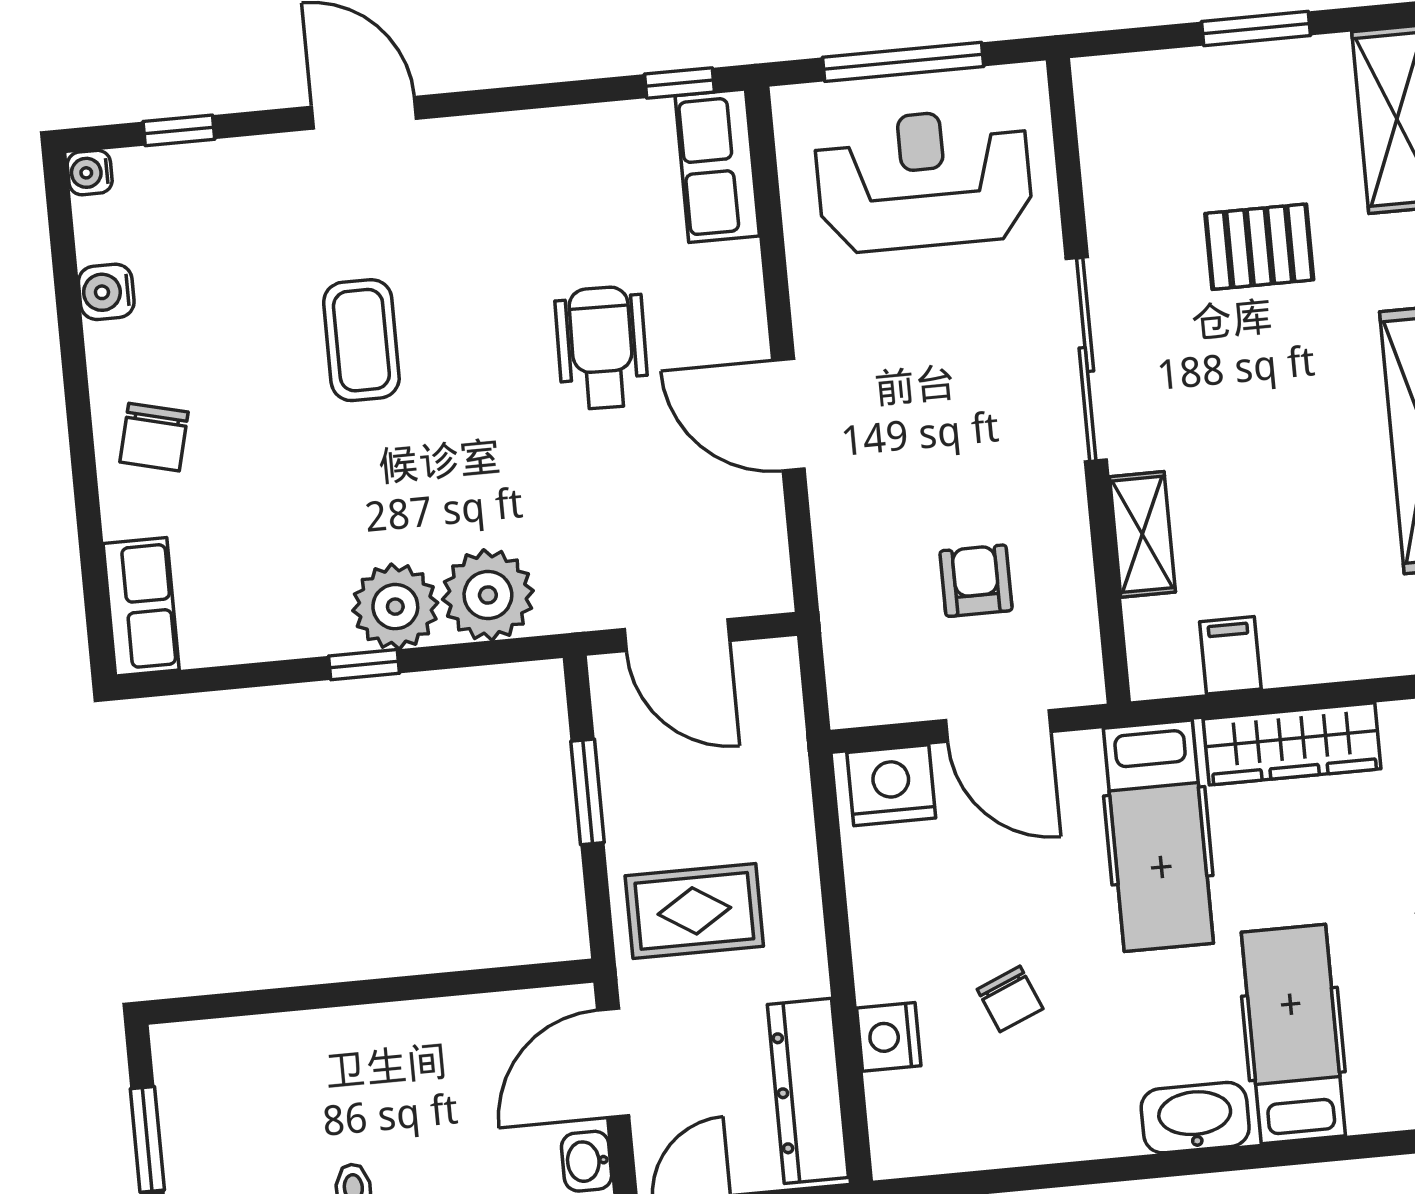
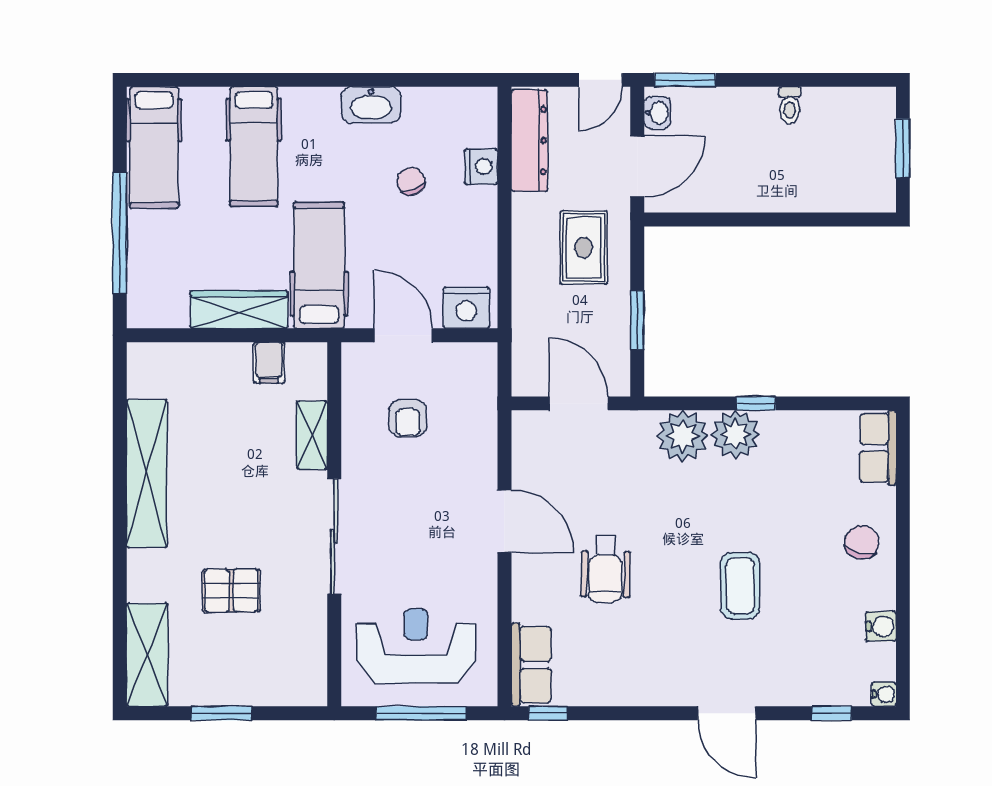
reception desk: (924, 180) -> (416, 646), turned 180
rug: (694, 911) -> (584, 248), turned 90
washbasin: (1195, 1118) -> (371, 105), moved

